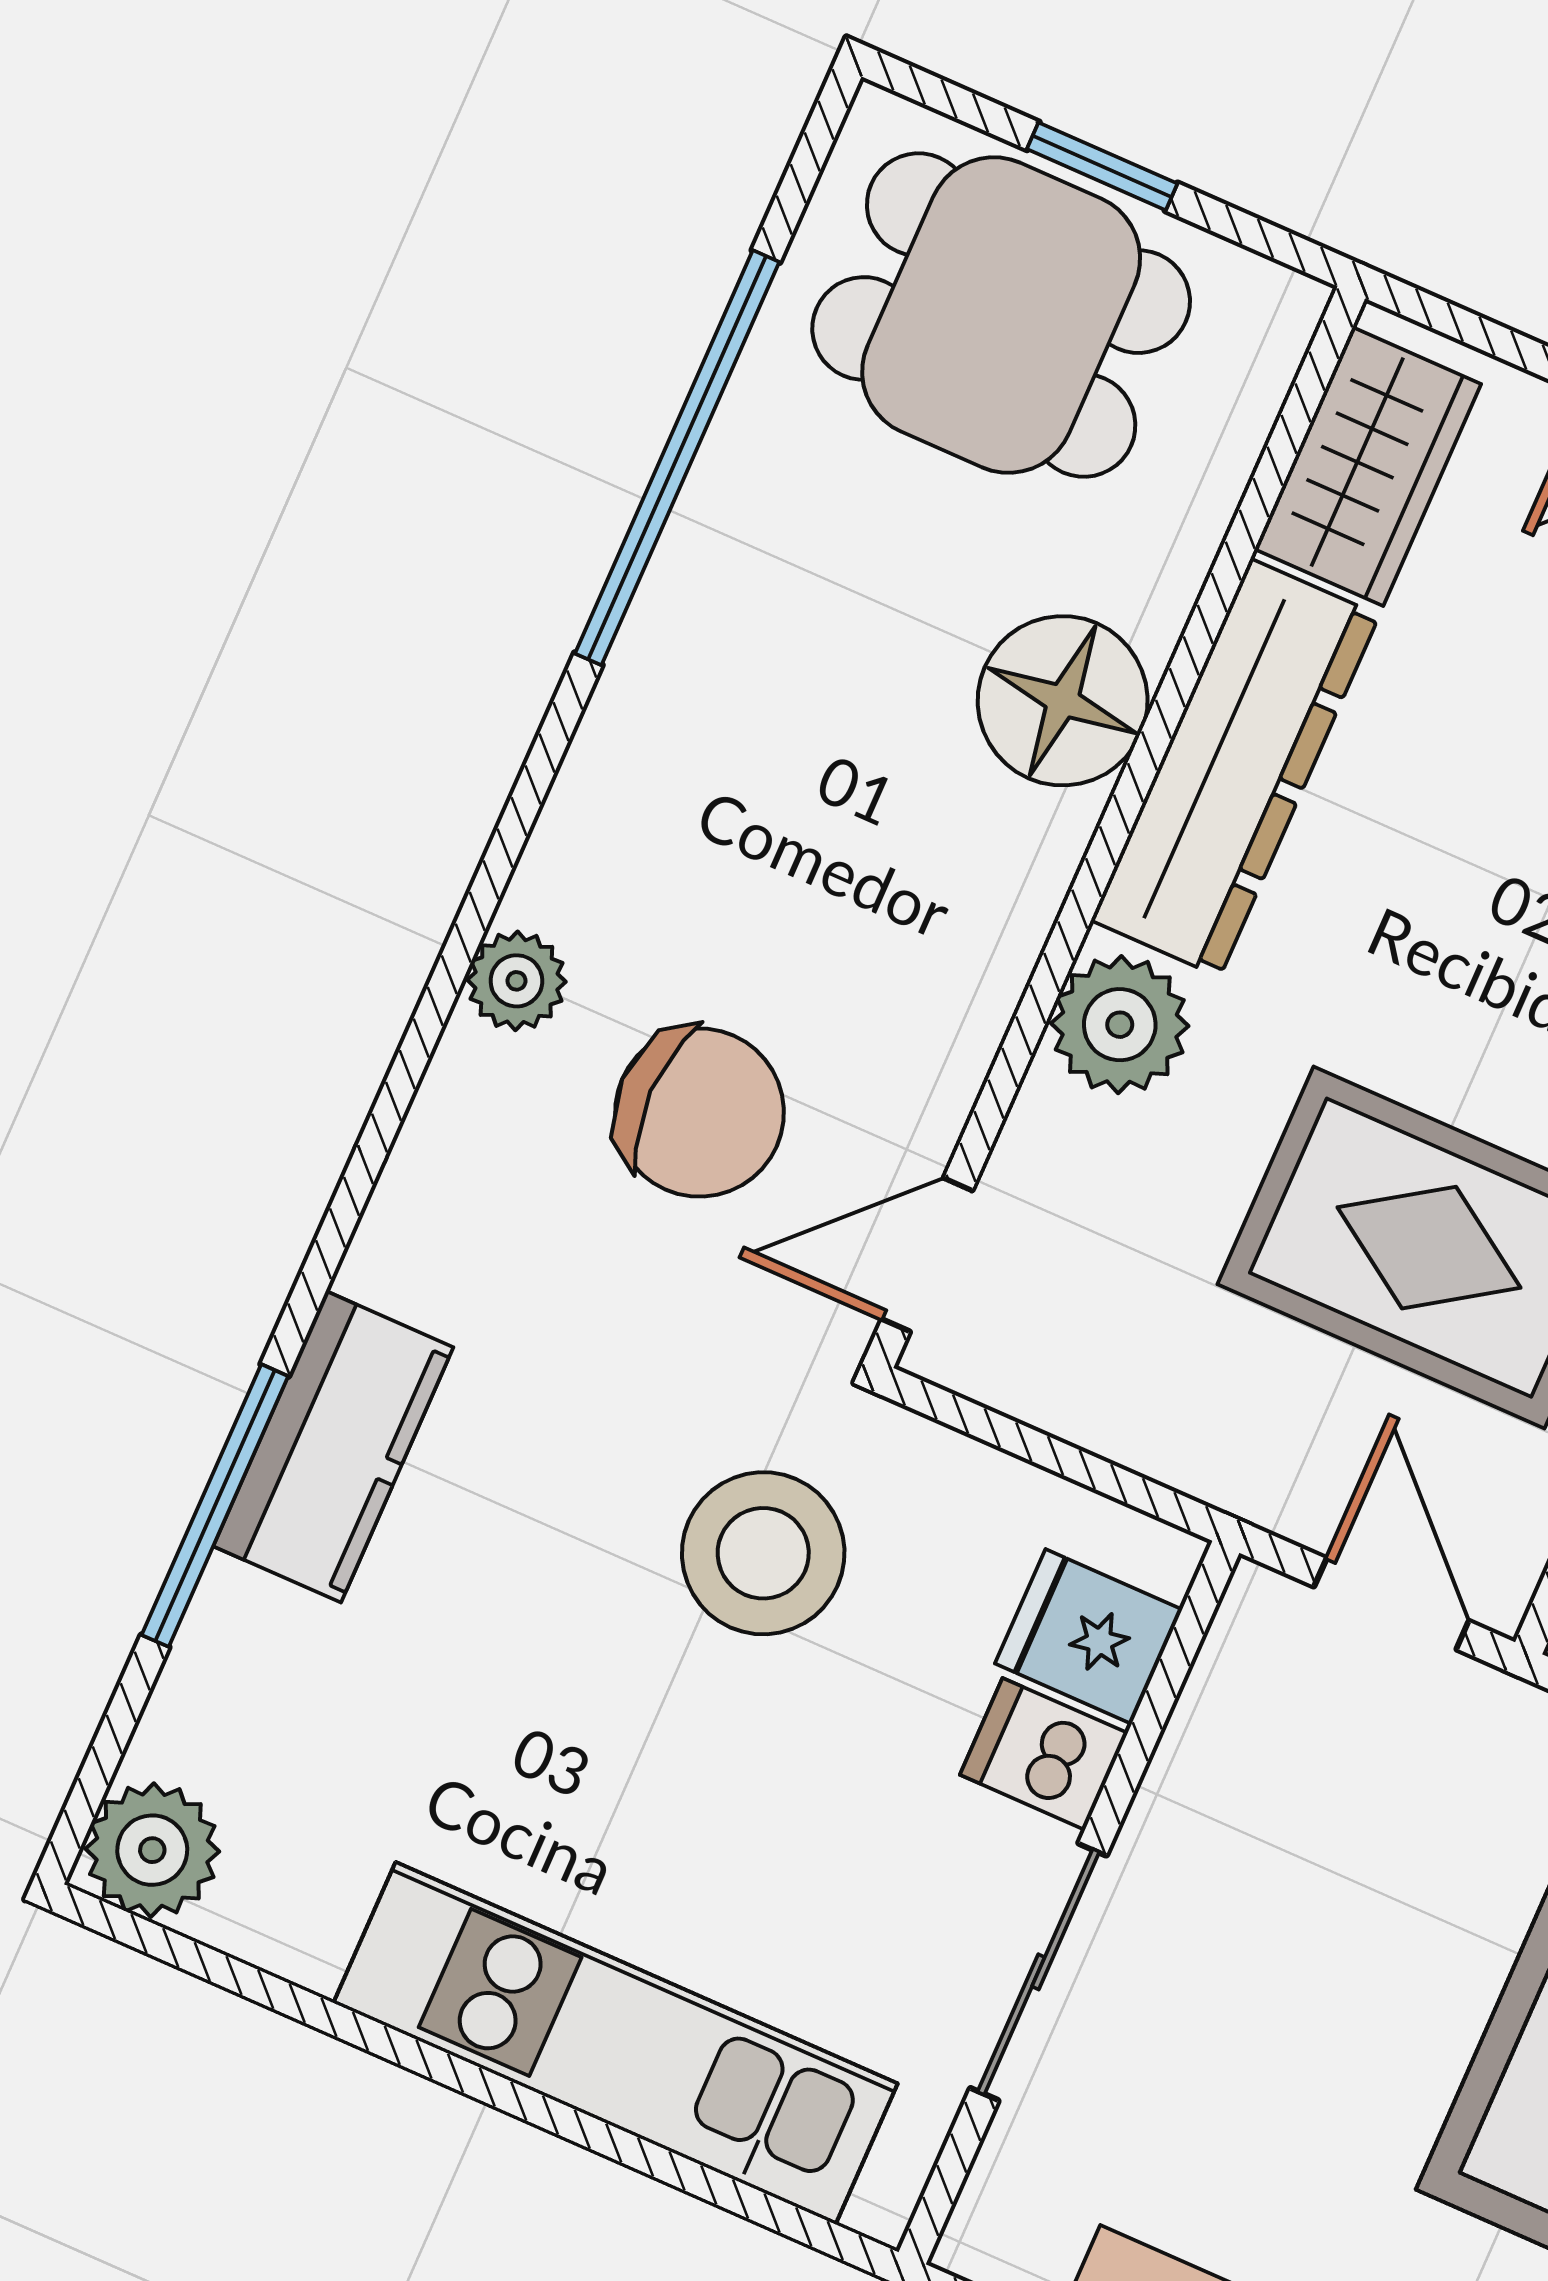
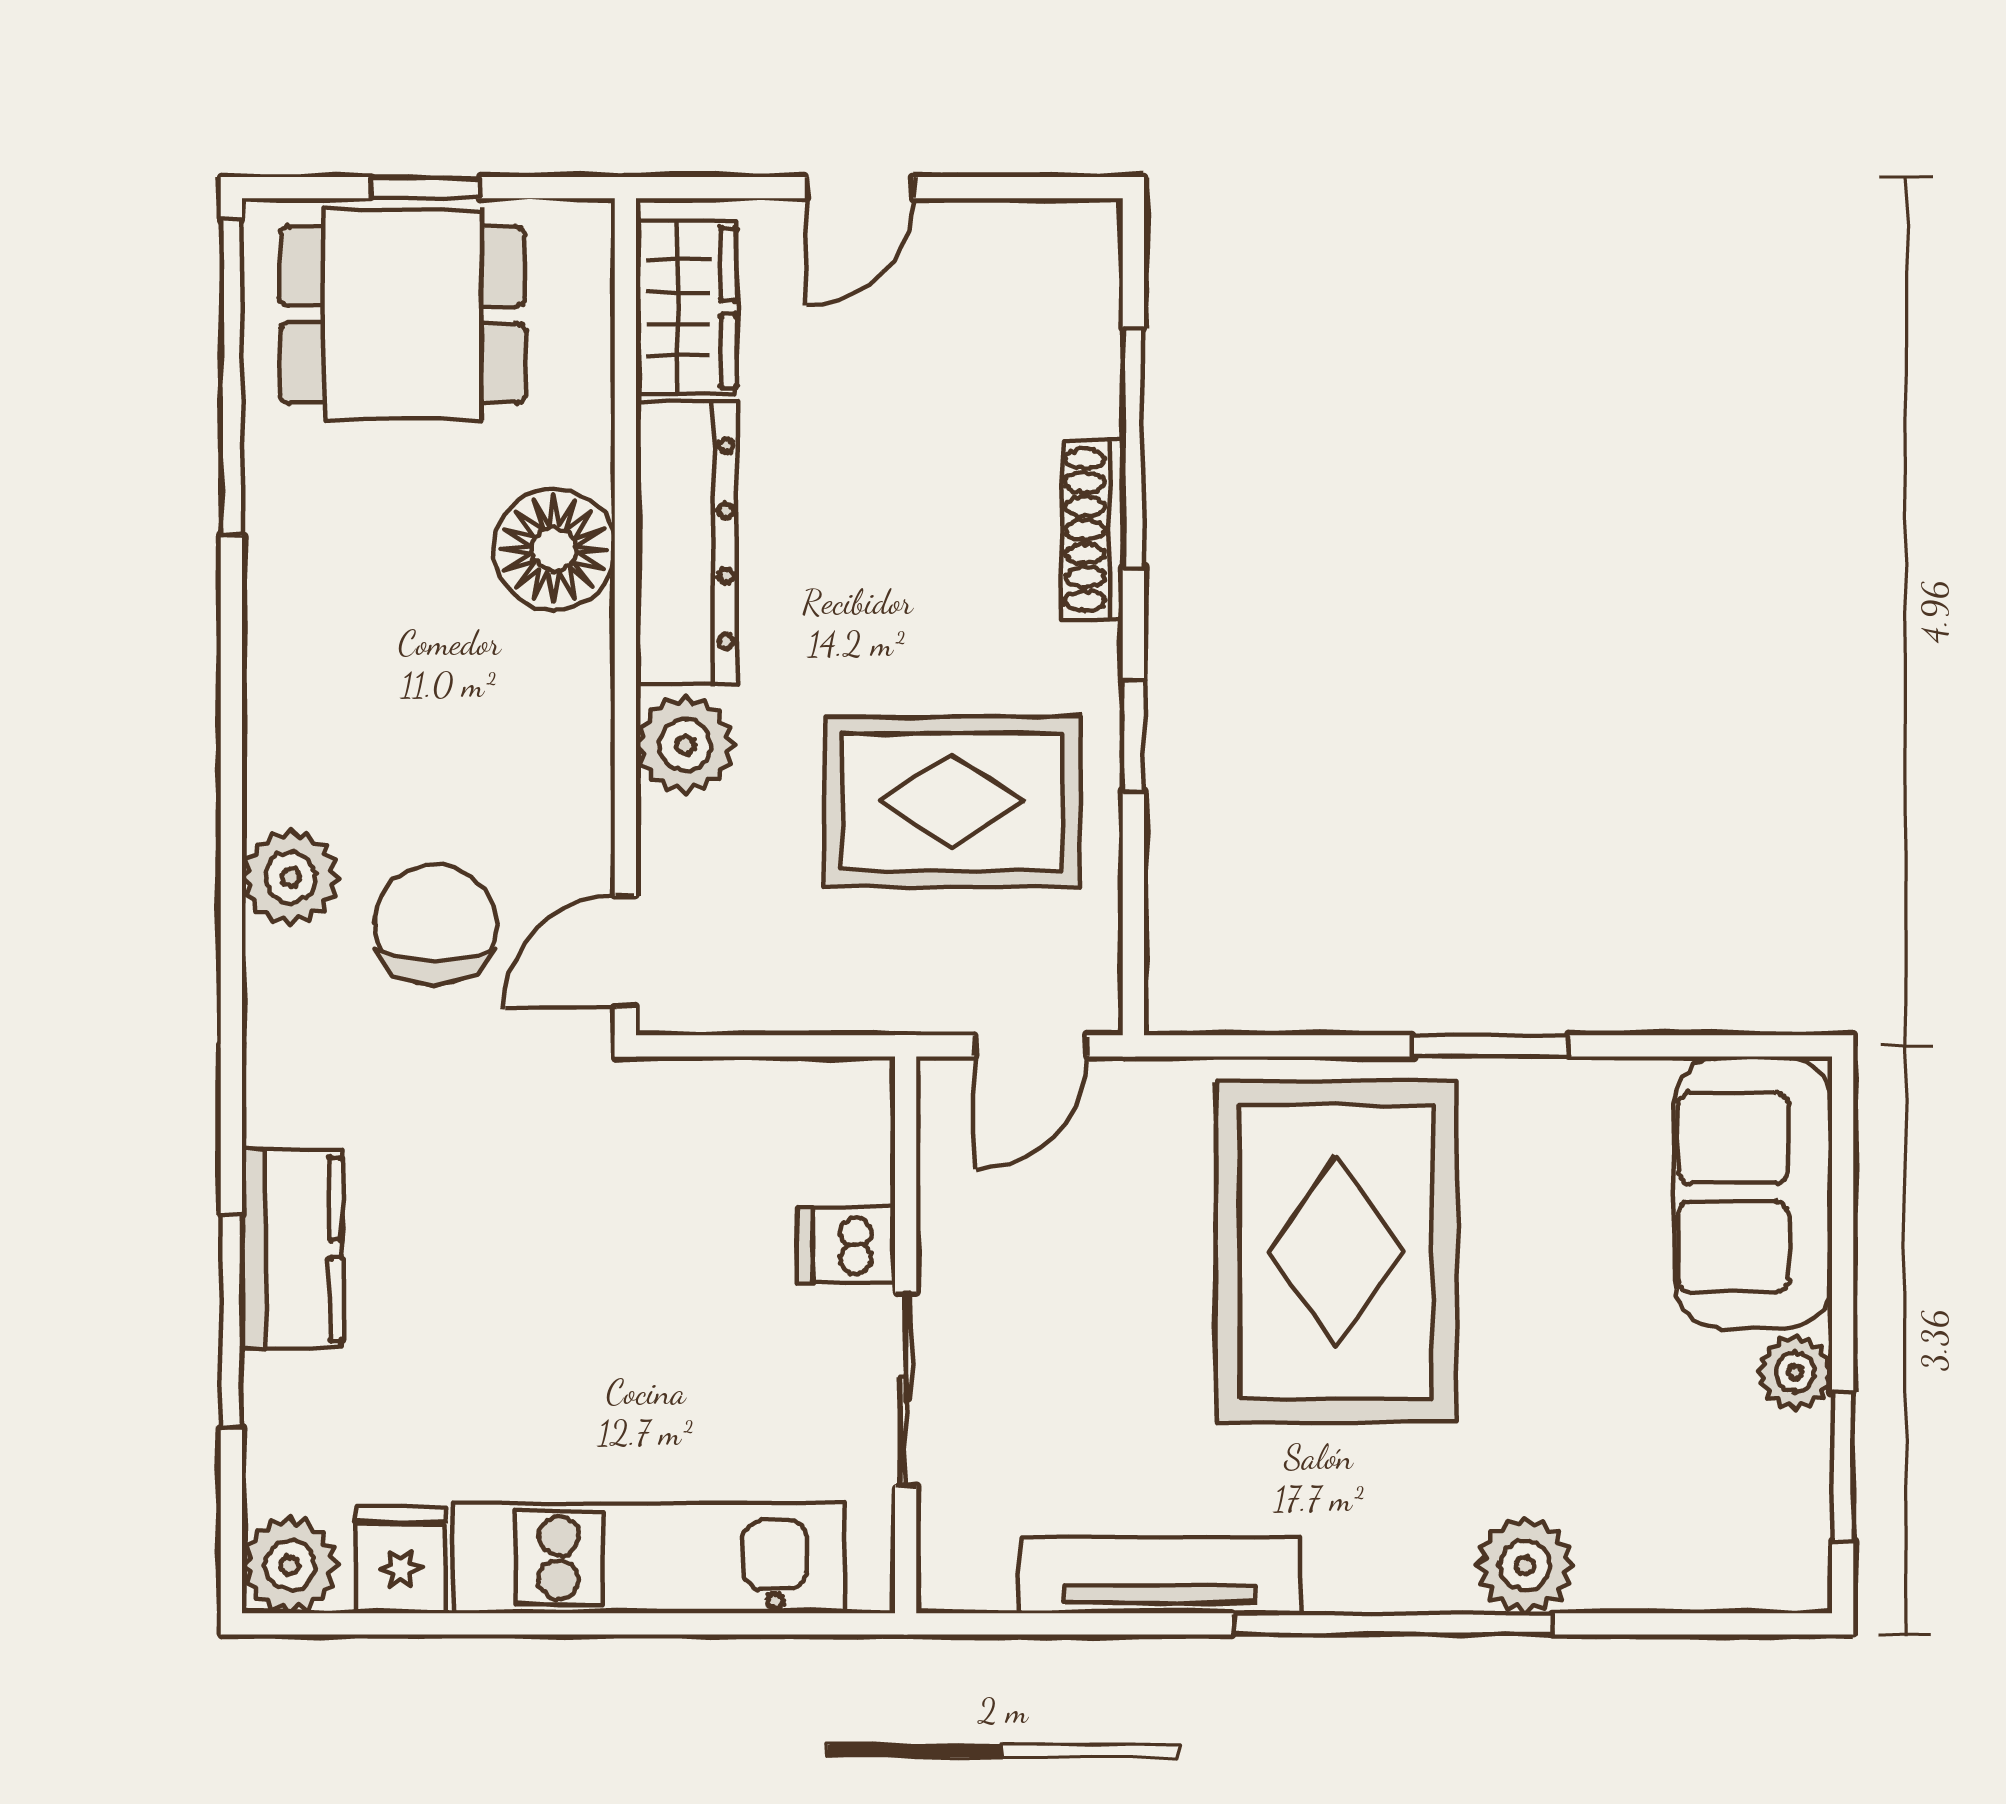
window: (677, 458) -> (231, 378), moved
plant: (516, 981) -> (291, 877), width x1.38, depth x1.38
chair: (699, 1113) -> (435, 924), turned -90
stool: (763, 1553) -> (604, 1194), removed
door: (1391, 1604) -> (1031, 1046), swing flipped
fridge: (1089, 1636) -> (401, 1560), moved, turned 90

